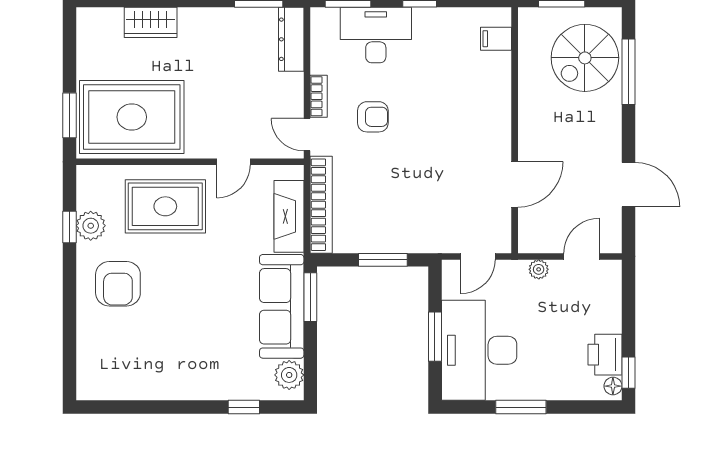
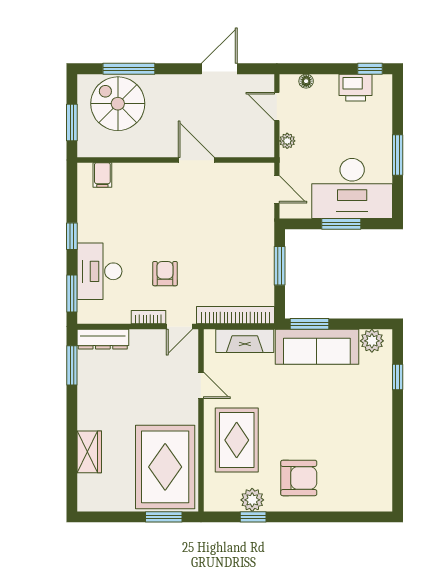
spiral stairs: (585, 58) -> (118, 104), turned 180
door: (515, 184) -> (196, 160), moved
floor lamp: (613, 386) -> (306, 81), moved

